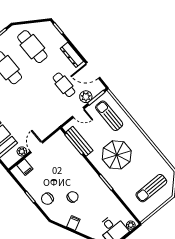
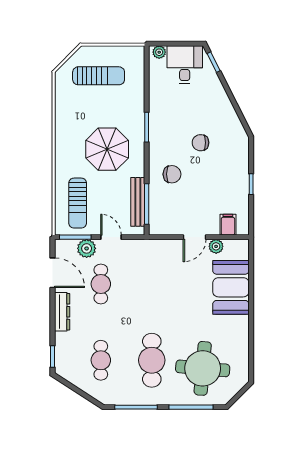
cafe table: (32, 47) -> (101, 360), width x0.73, depth x0.74
chair: (47, 199) -> (172, 174), moved
filing cabinet: (73, 223) -> (225, 111), removed

